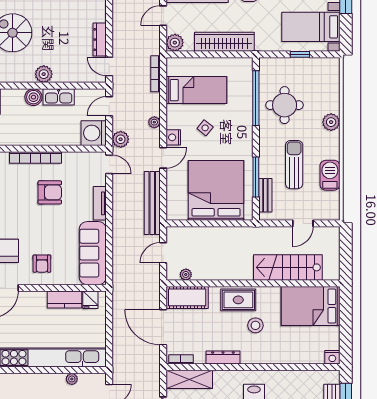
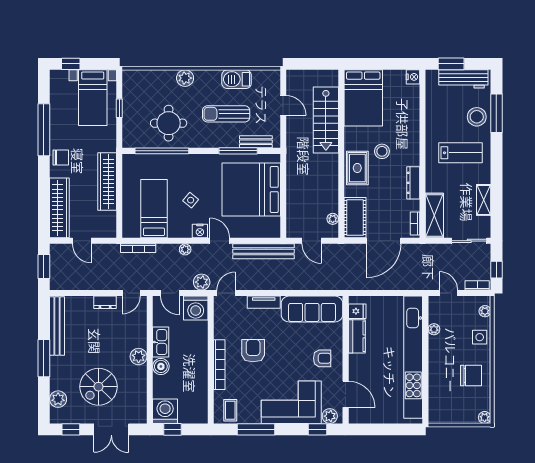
dresser: (100, 40) -> (105, 302), width x0.70
plant: (175, 43) -> (108, 230), removed

